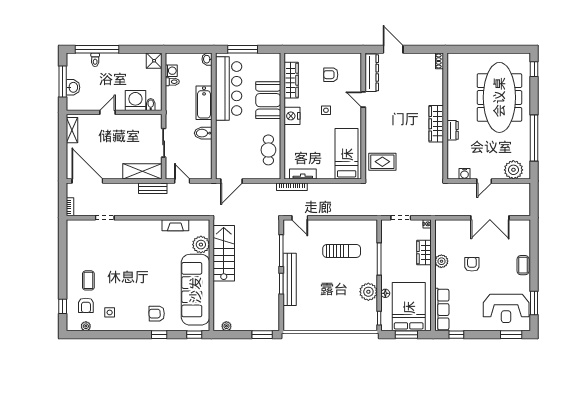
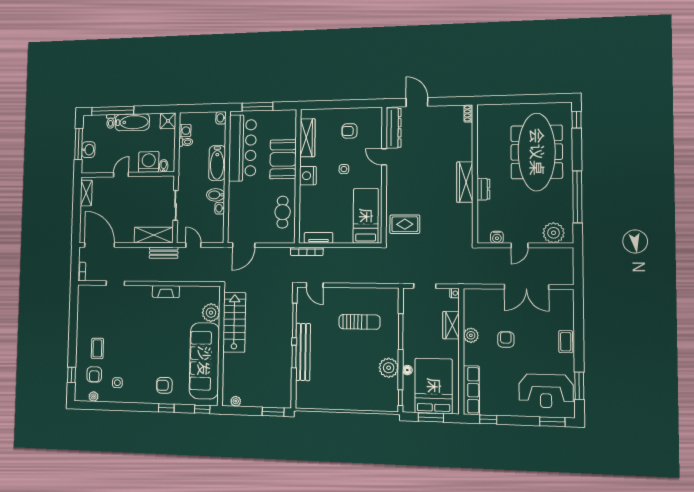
bathtub: (118, 61) -> (132, 122), added
washbasin: (207, 146) -> (220, 208), added
fireplace: (175, 225) -> (166, 292), moved

